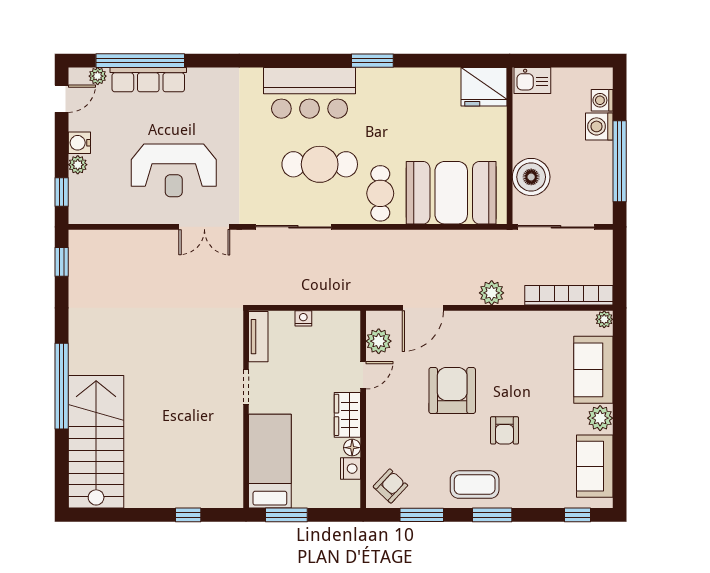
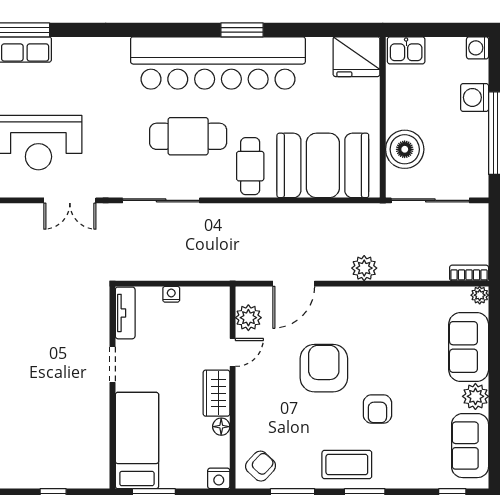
bar counter: (310, 93) -> (218, 63), width x1.86
washing machine: (602, 100) -> (478, 48), moved
bookcase: (569, 295) -> (469, 273), width x0.43, depth x0.76
nightstand: (351, 469) -> (219, 478), moved, turned 90

